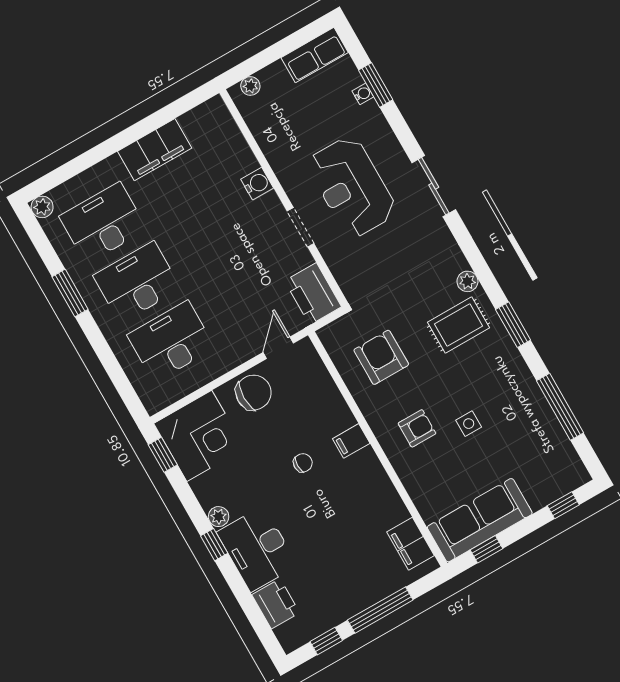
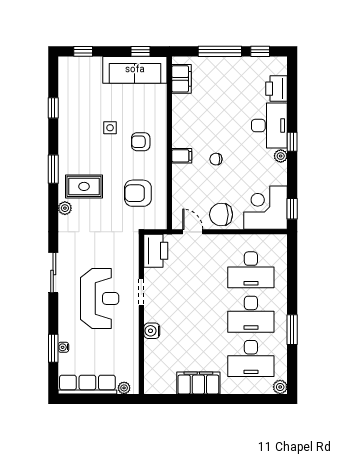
row of seats: (315, 55) -> (87, 385), width x1.48
door: (278, 348) -> (193, 232), swing flipped
armchair: (381, 357) -> (138, 193), turned 90
window: (560, 407) -> (53, 108), width x0.46

